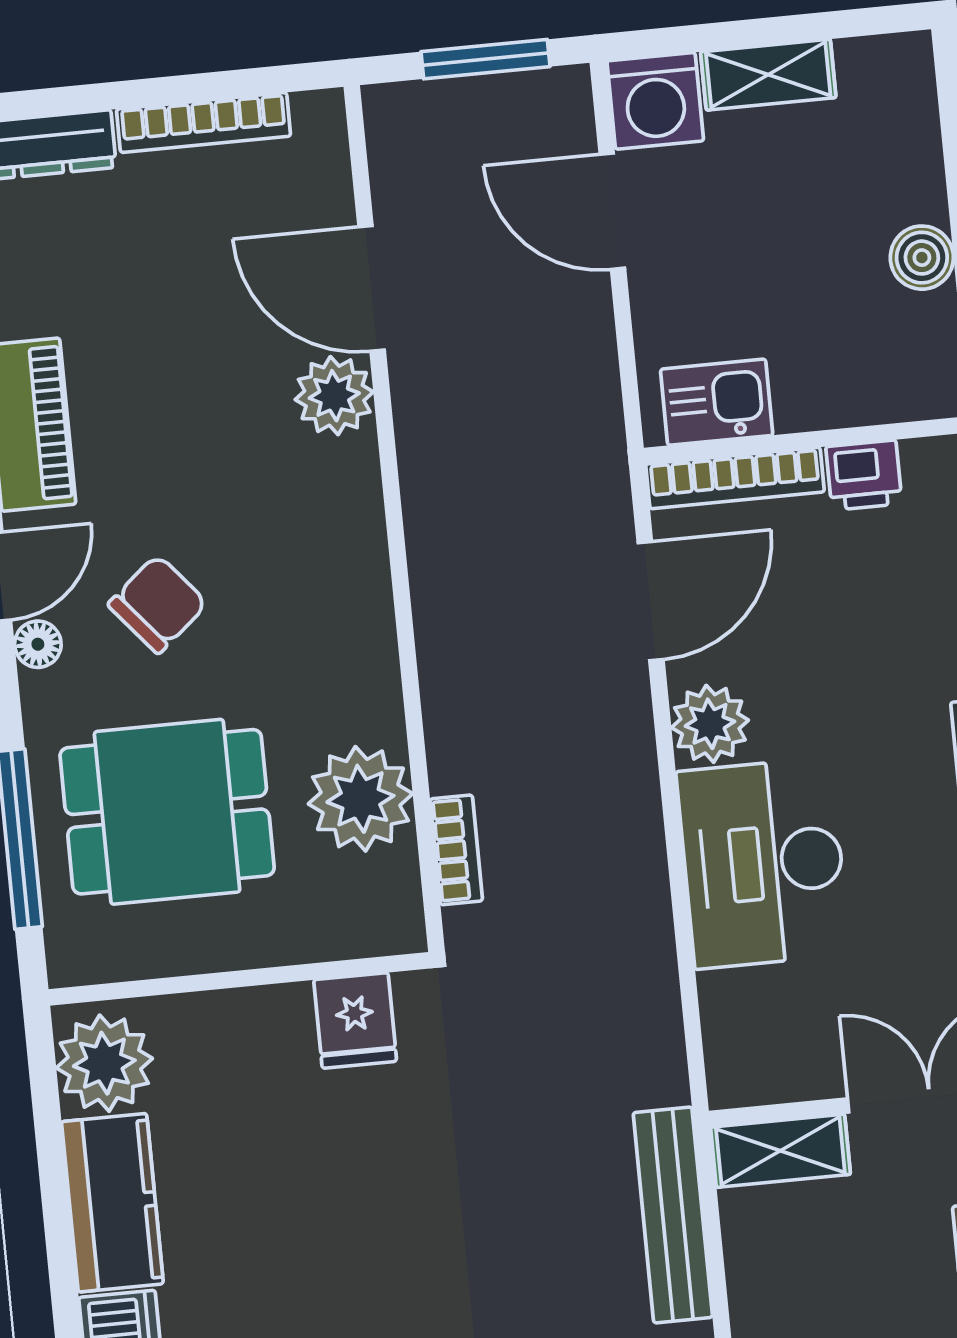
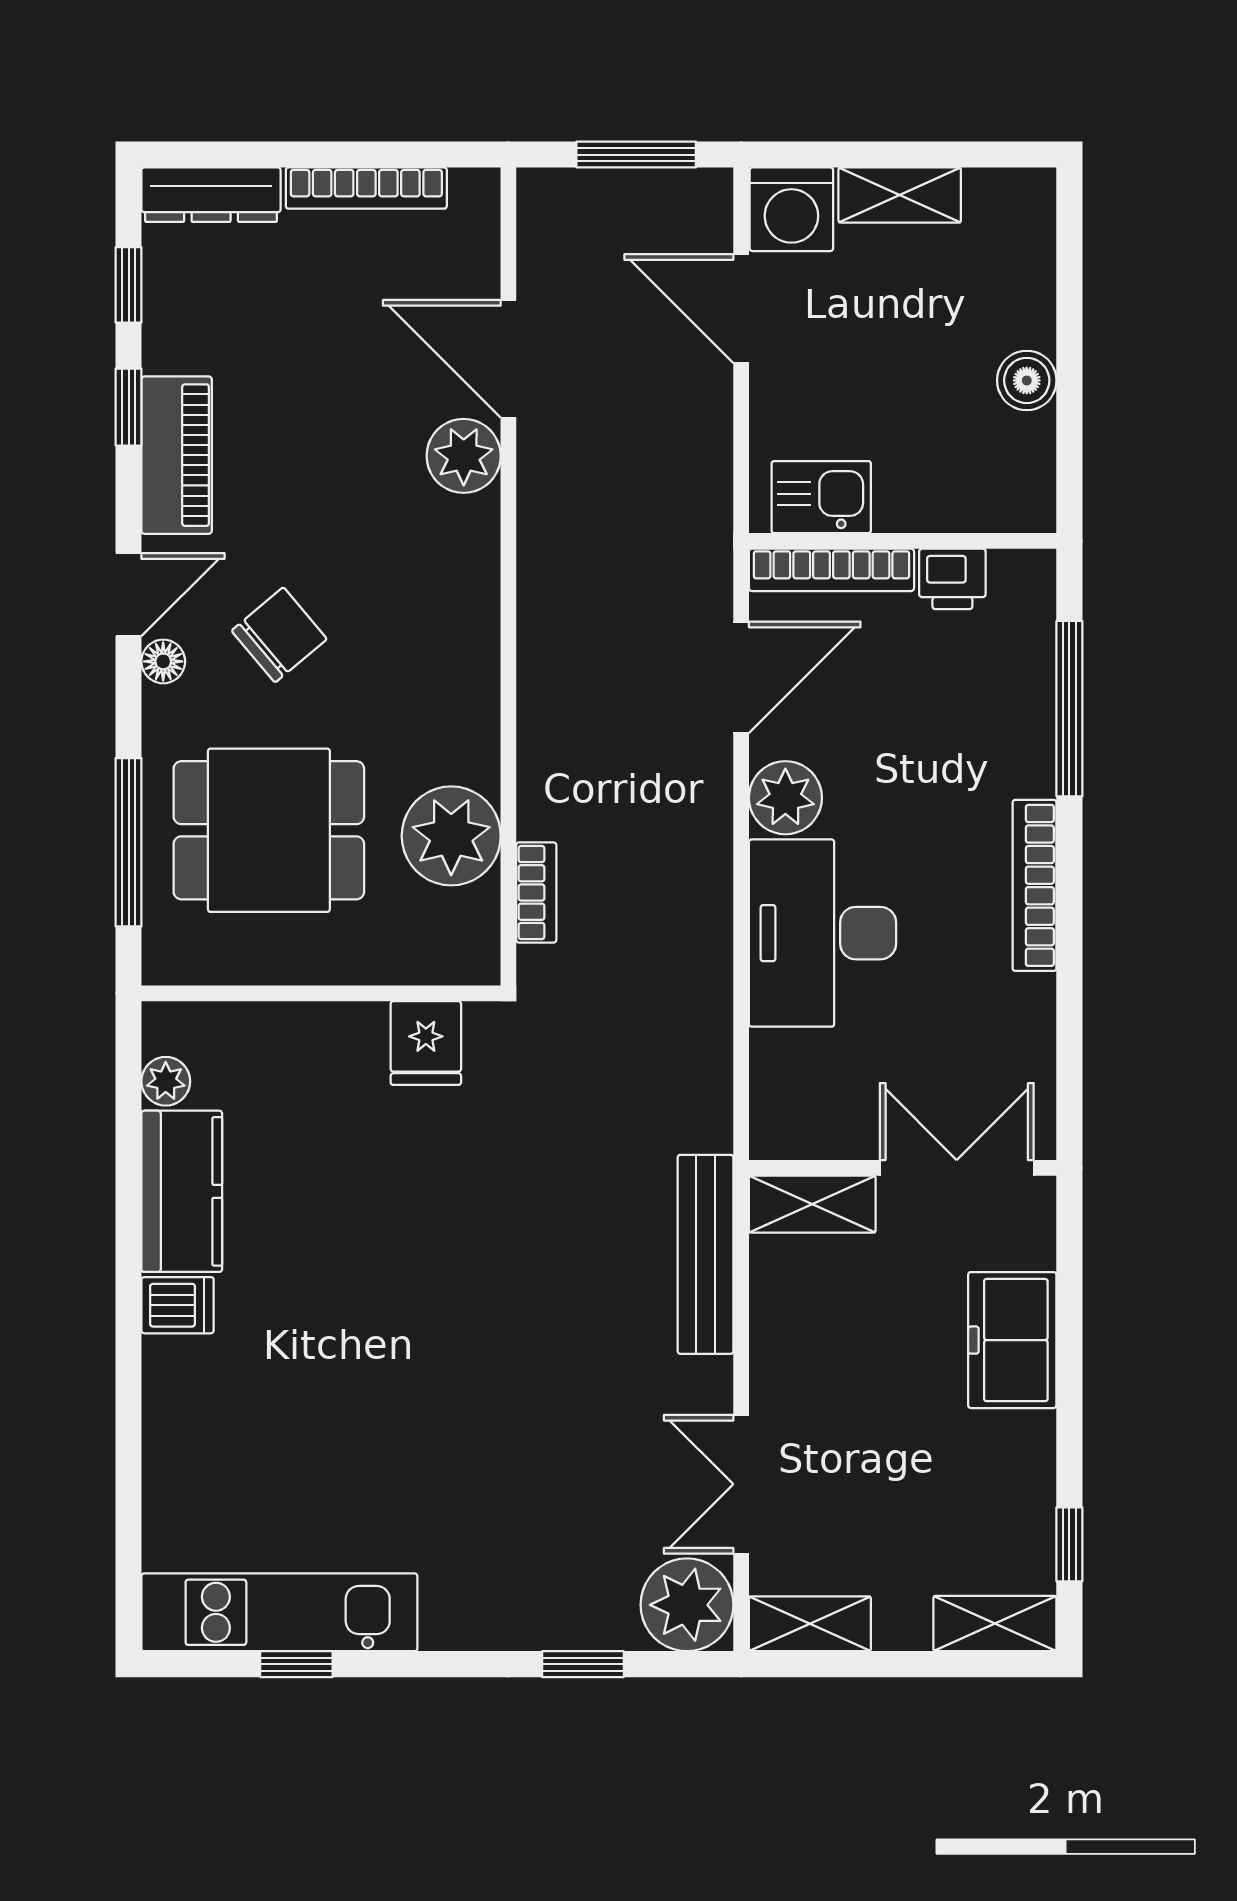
plant: (104, 1063) -> (166, 1081), width x0.53, depth x0.53

